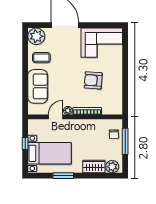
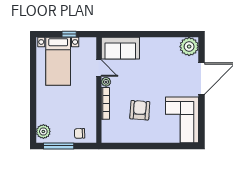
coffee table: (41, 58) -> (165, 52), removed
sofa: (38, 86) -> (120, 48), moved
window: (125, 141) -> (59, 146), moved
wardrobe: (94, 166) -> (43, 111), removed
window: (63, 176) -> (33, 77), removed

